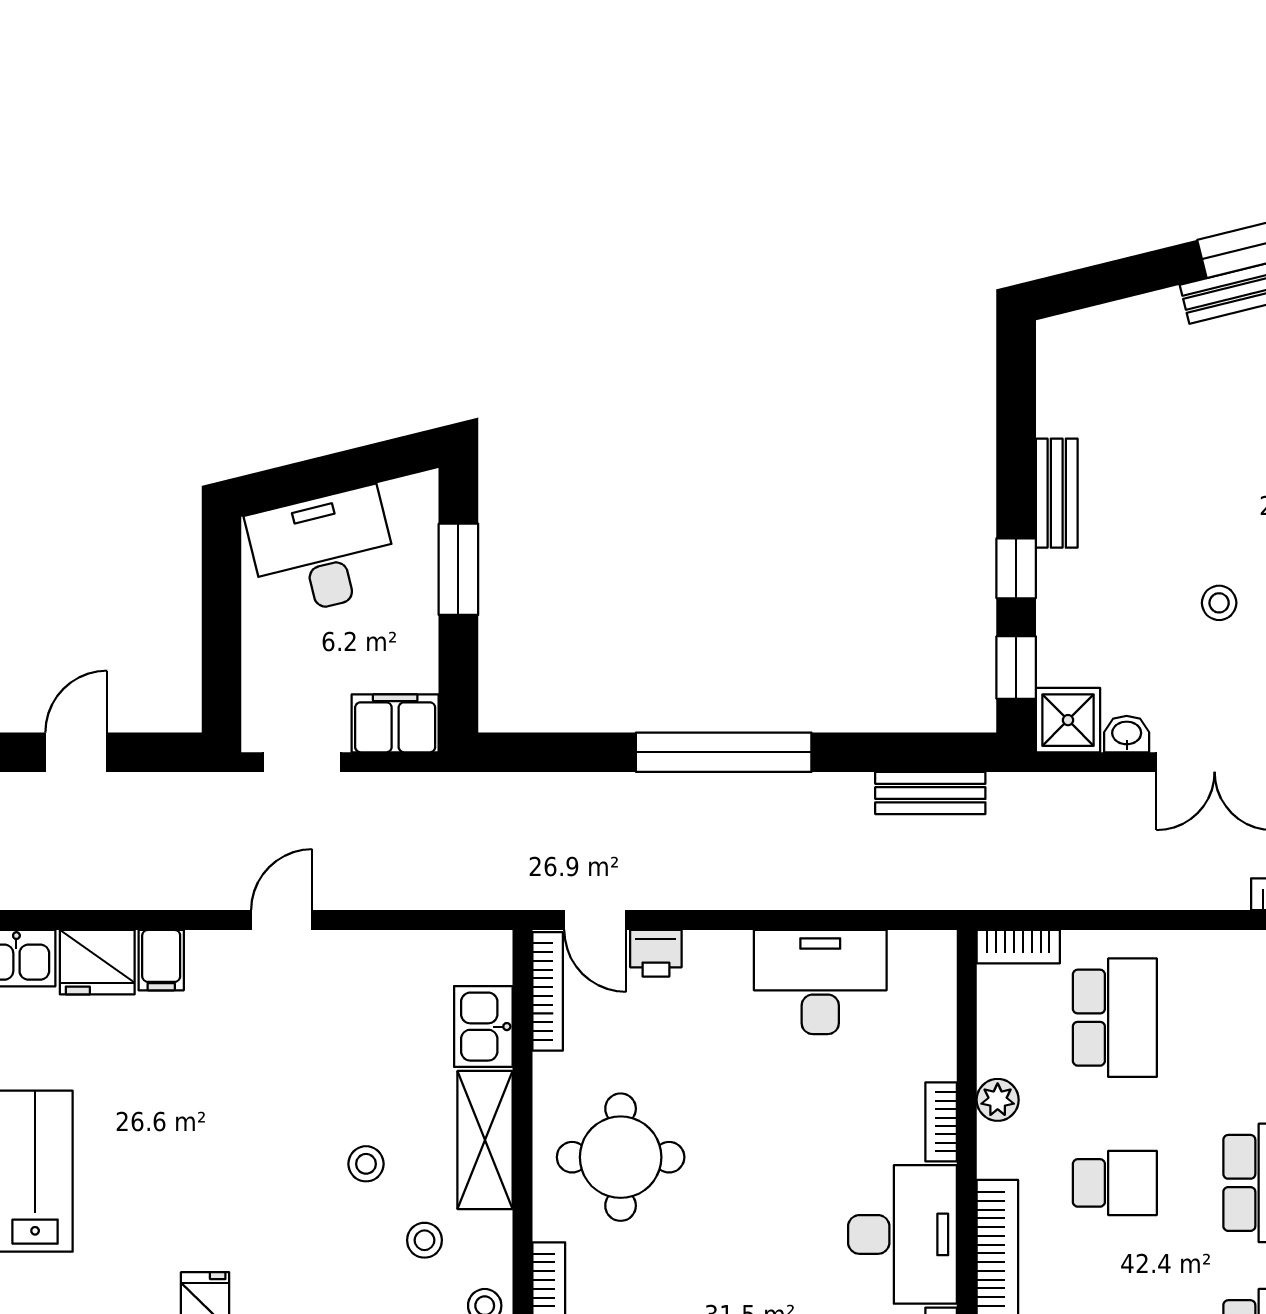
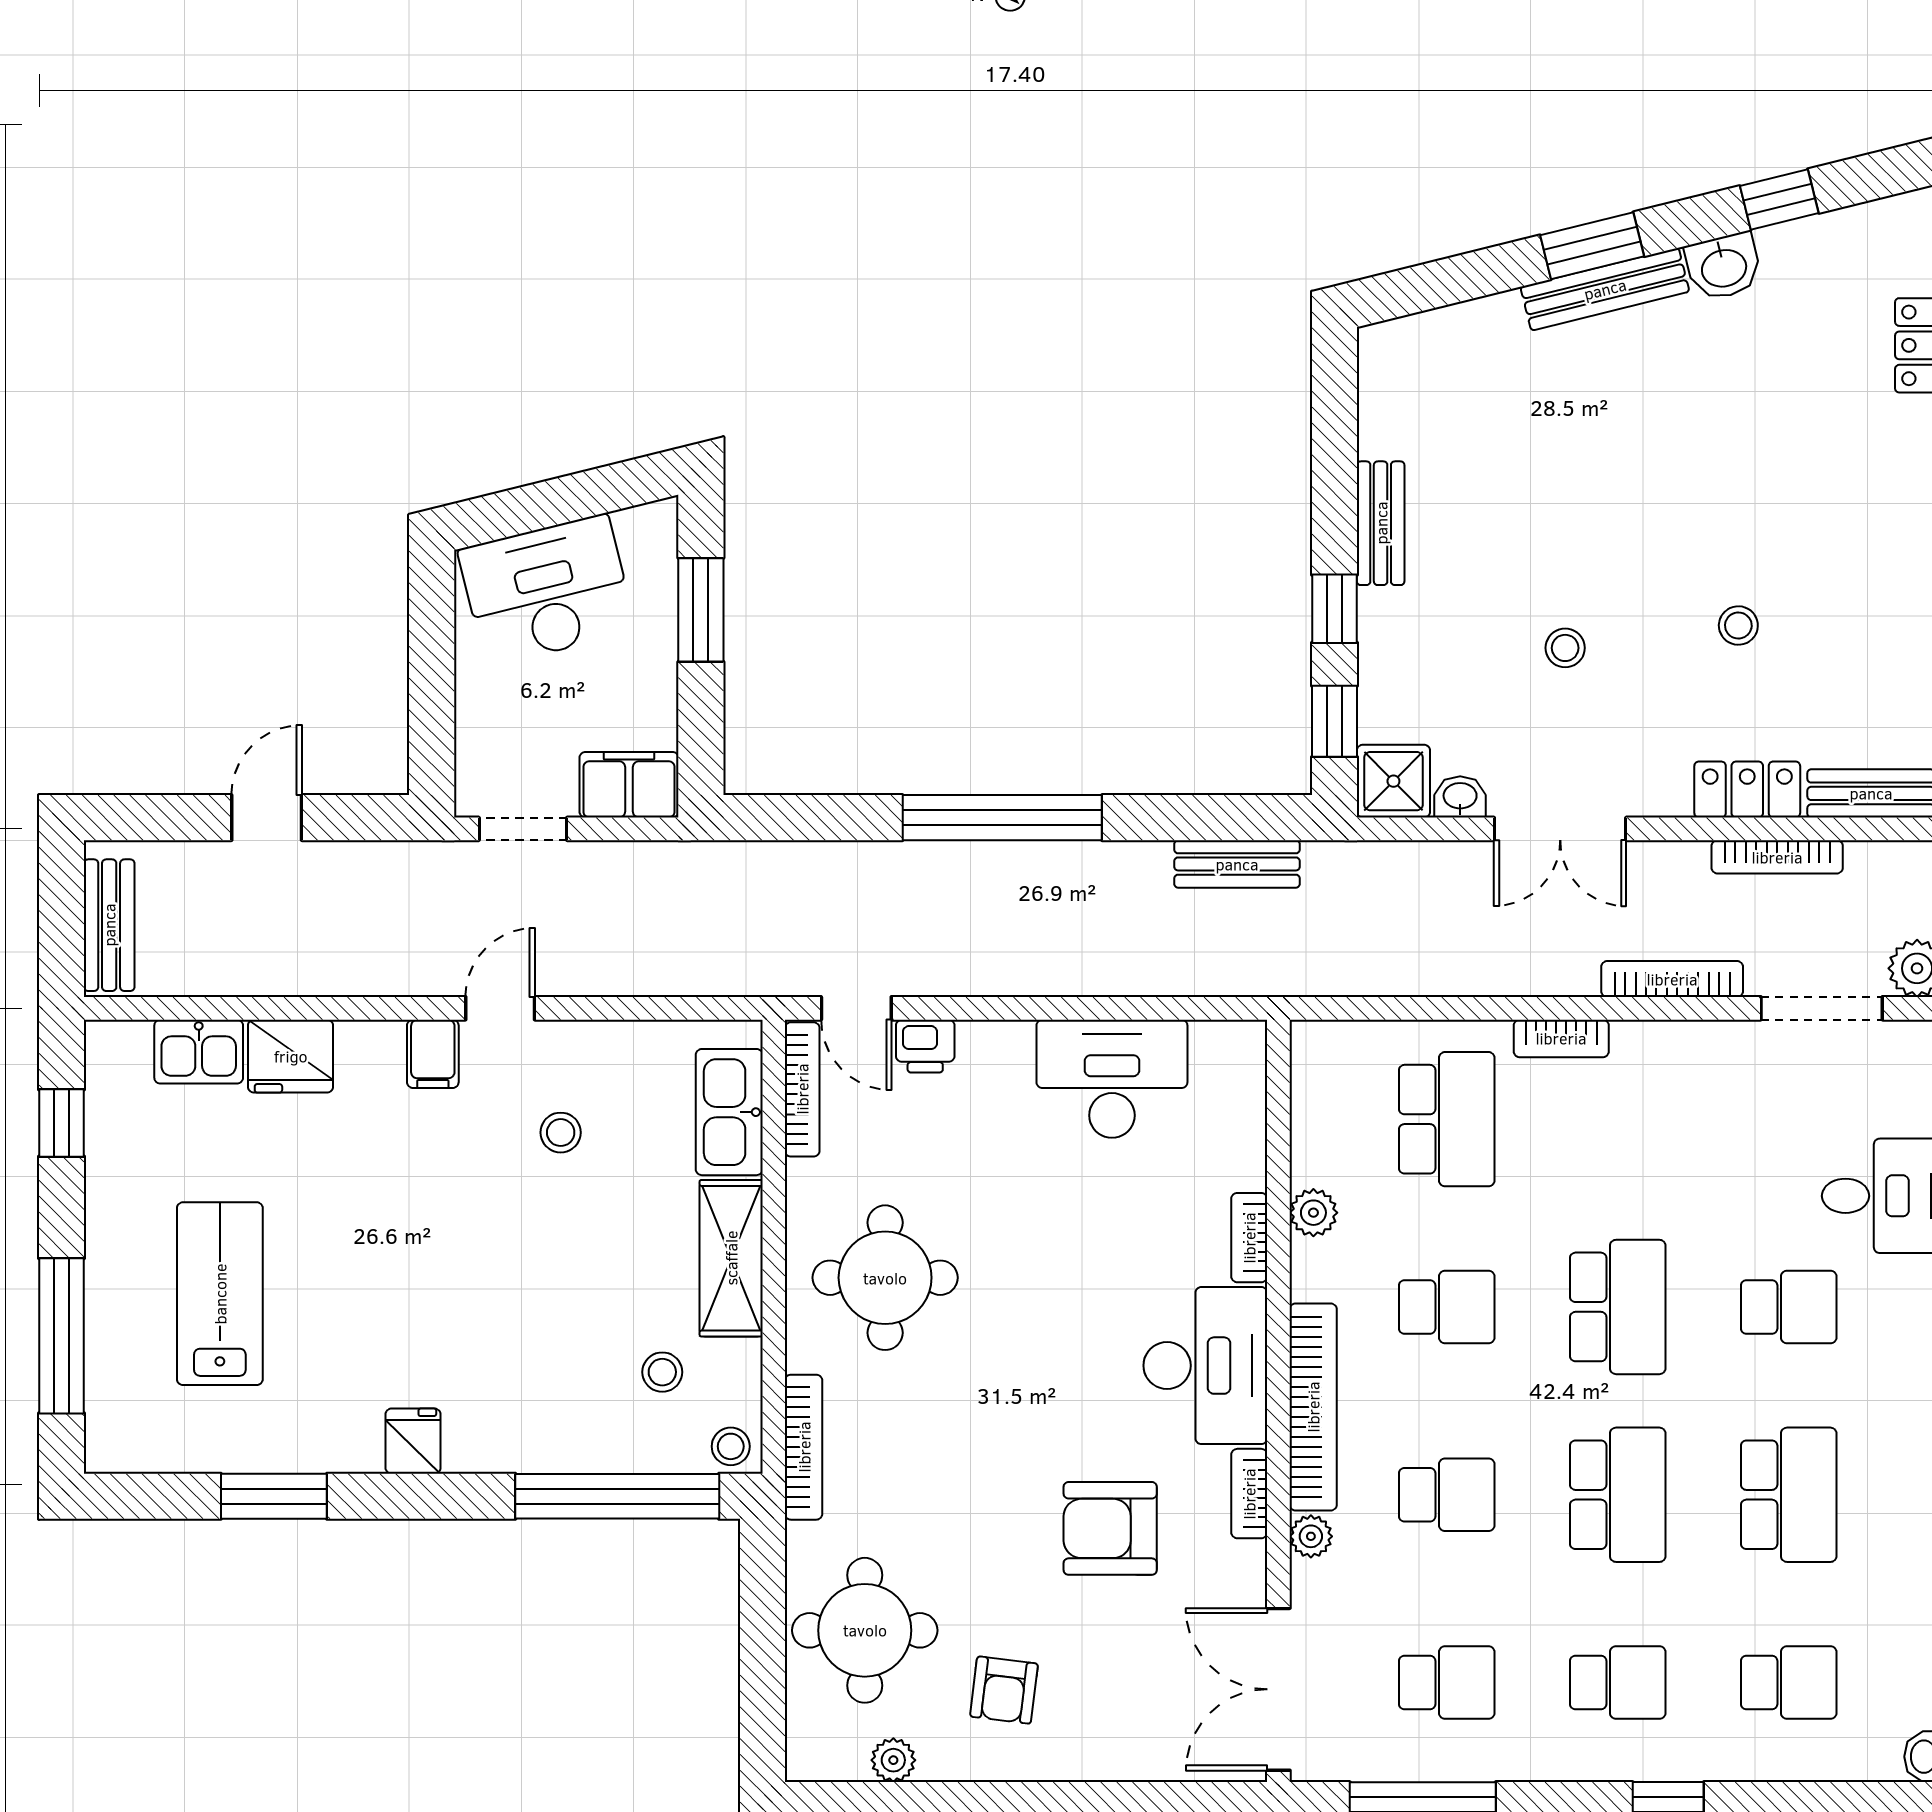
bookcase: (1018, 947) -> (1561, 1038), moved
filing cabinet: (161, 960) -> (433, 1054), moved
kitchen sink: (483, 1027) -> (729, 1112), width x1.38
stool: (366, 1164) -> (561, 1133), moved

